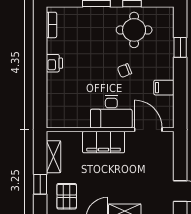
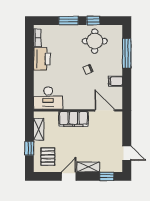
window: (180, 47) -> (127, 53), width x2.17
printer: (54, 63) -> (42, 59), width x1.87, depth x1.48
desk: (111, 112) -> (48, 98), moved

